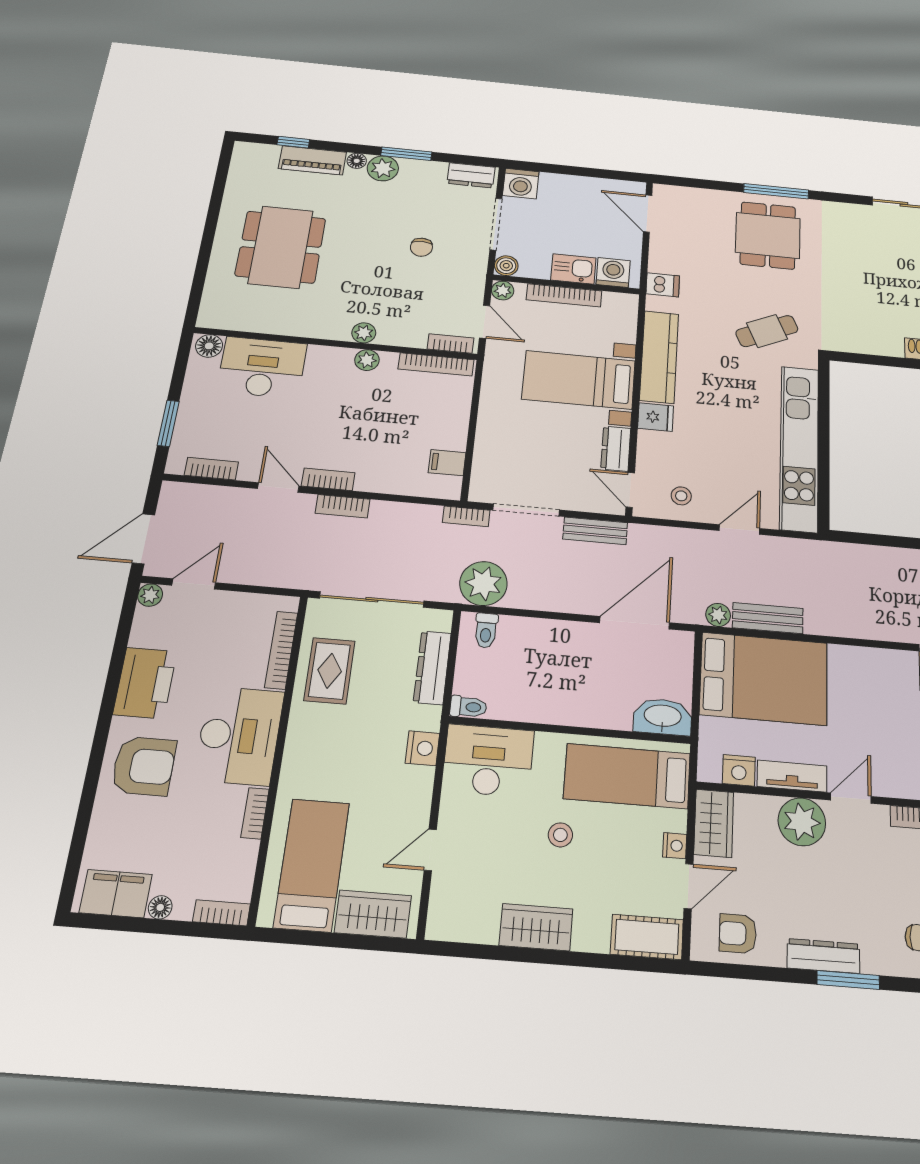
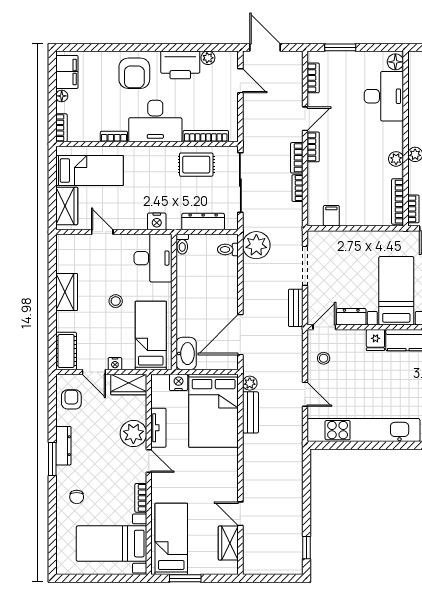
bookcase: (466, 516) -> (297, 188), moved
plant: (150, 595) -> (208, 58), moved
door: (635, 623) -> (240, 335), swing flipped
nightstand: (739, 770) -> (179, 382), moved, turned 90

